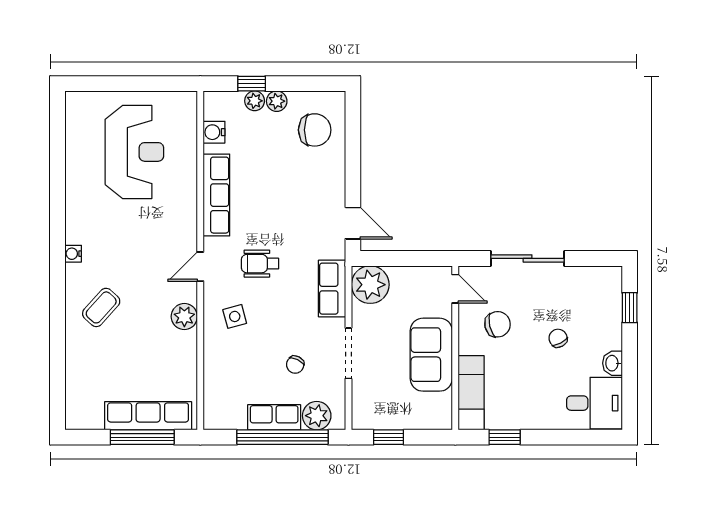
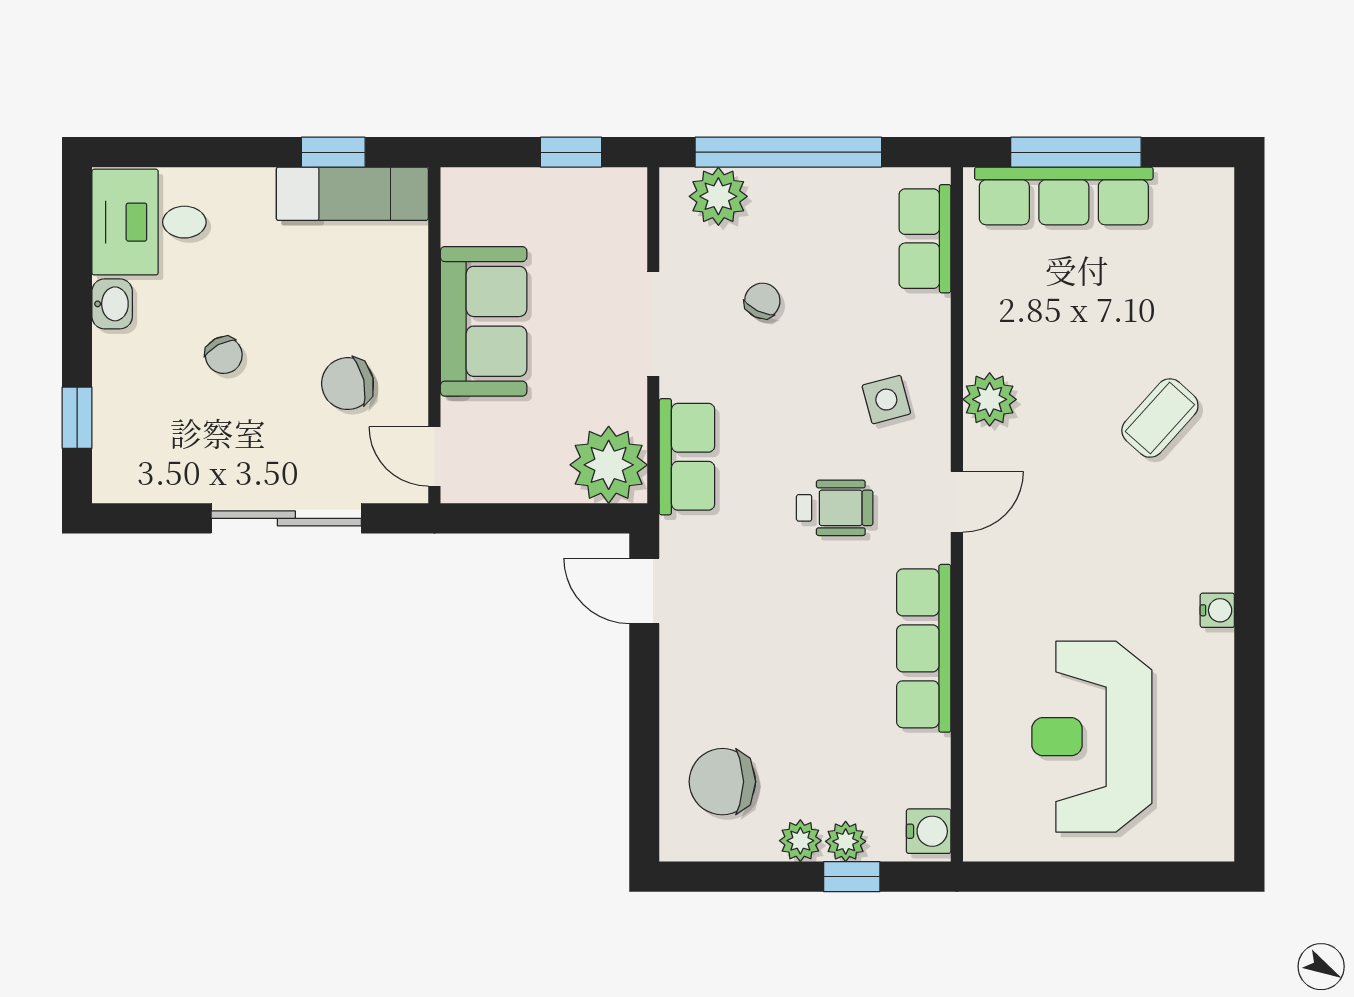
water cooler: (214, 132) -> (929, 831), moved
water cooler: (73, 254) -> (1217, 610), moved
exam couch: (471, 393) -> (352, 194), moved, turned -90
row of seats: (274, 417) -> (925, 239), moved, turned 90

